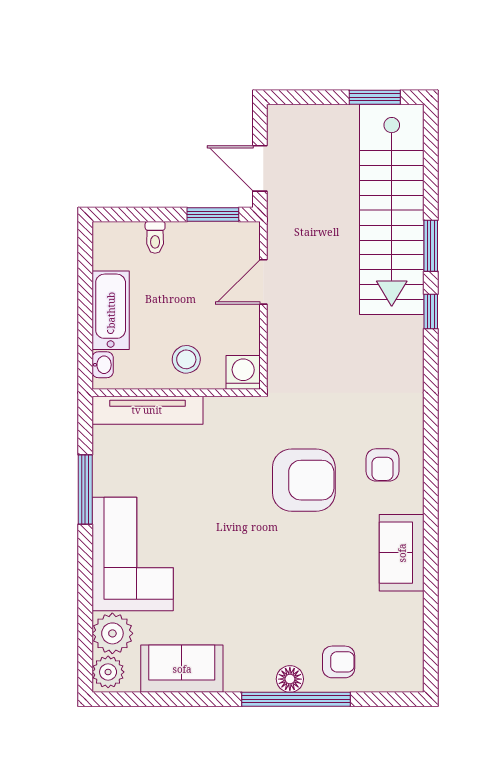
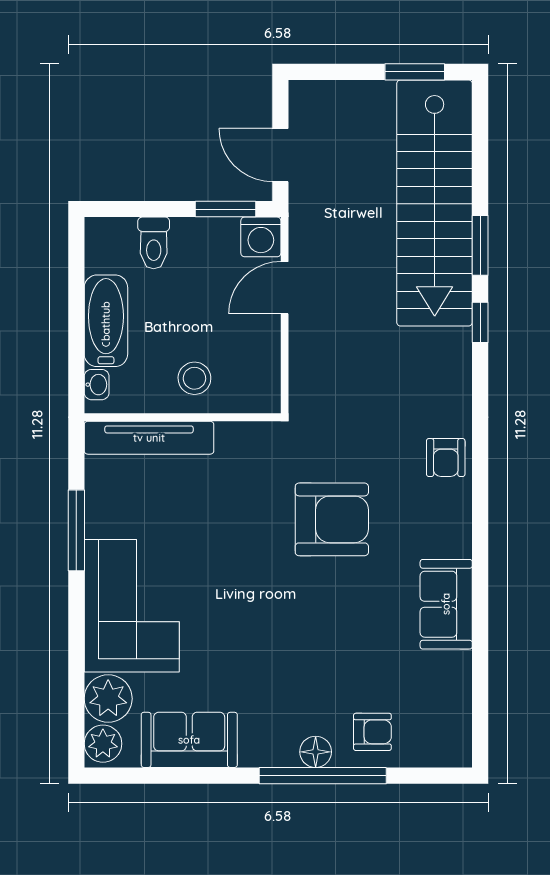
toilet: (155, 237) -> (154, 243), width x1.37, depth x1.39
washing machine: (243, 372) -> (261, 237), moved, turned 180
armchair: (383, 465) -> (446, 458), moved

